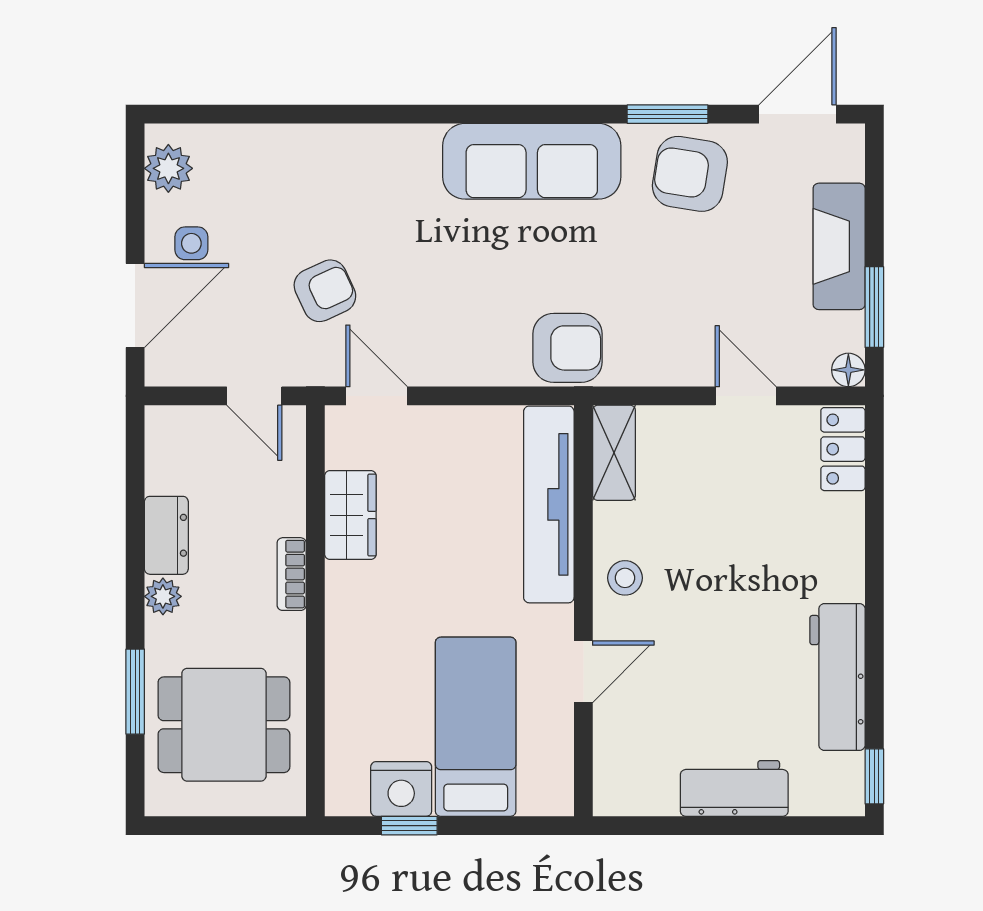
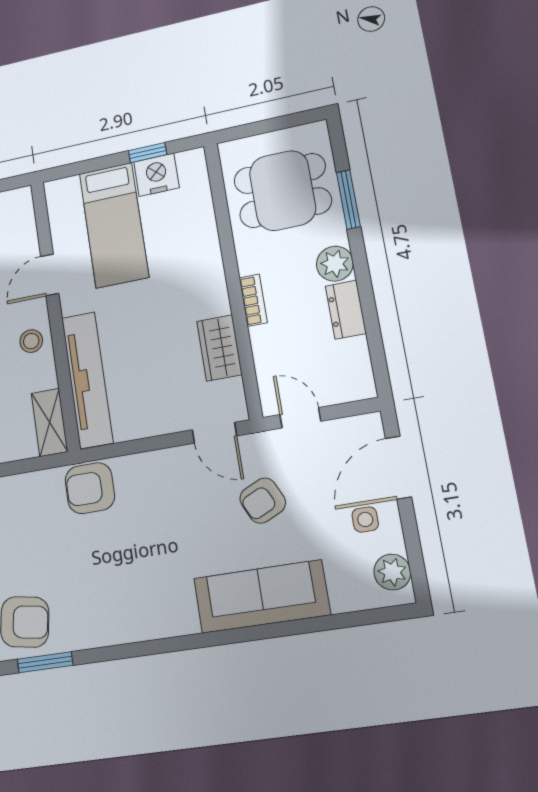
sofa: (532, 161) -> (262, 597), moved
plant: (163, 596) -> (335, 264), width x1.38, depth x1.38

